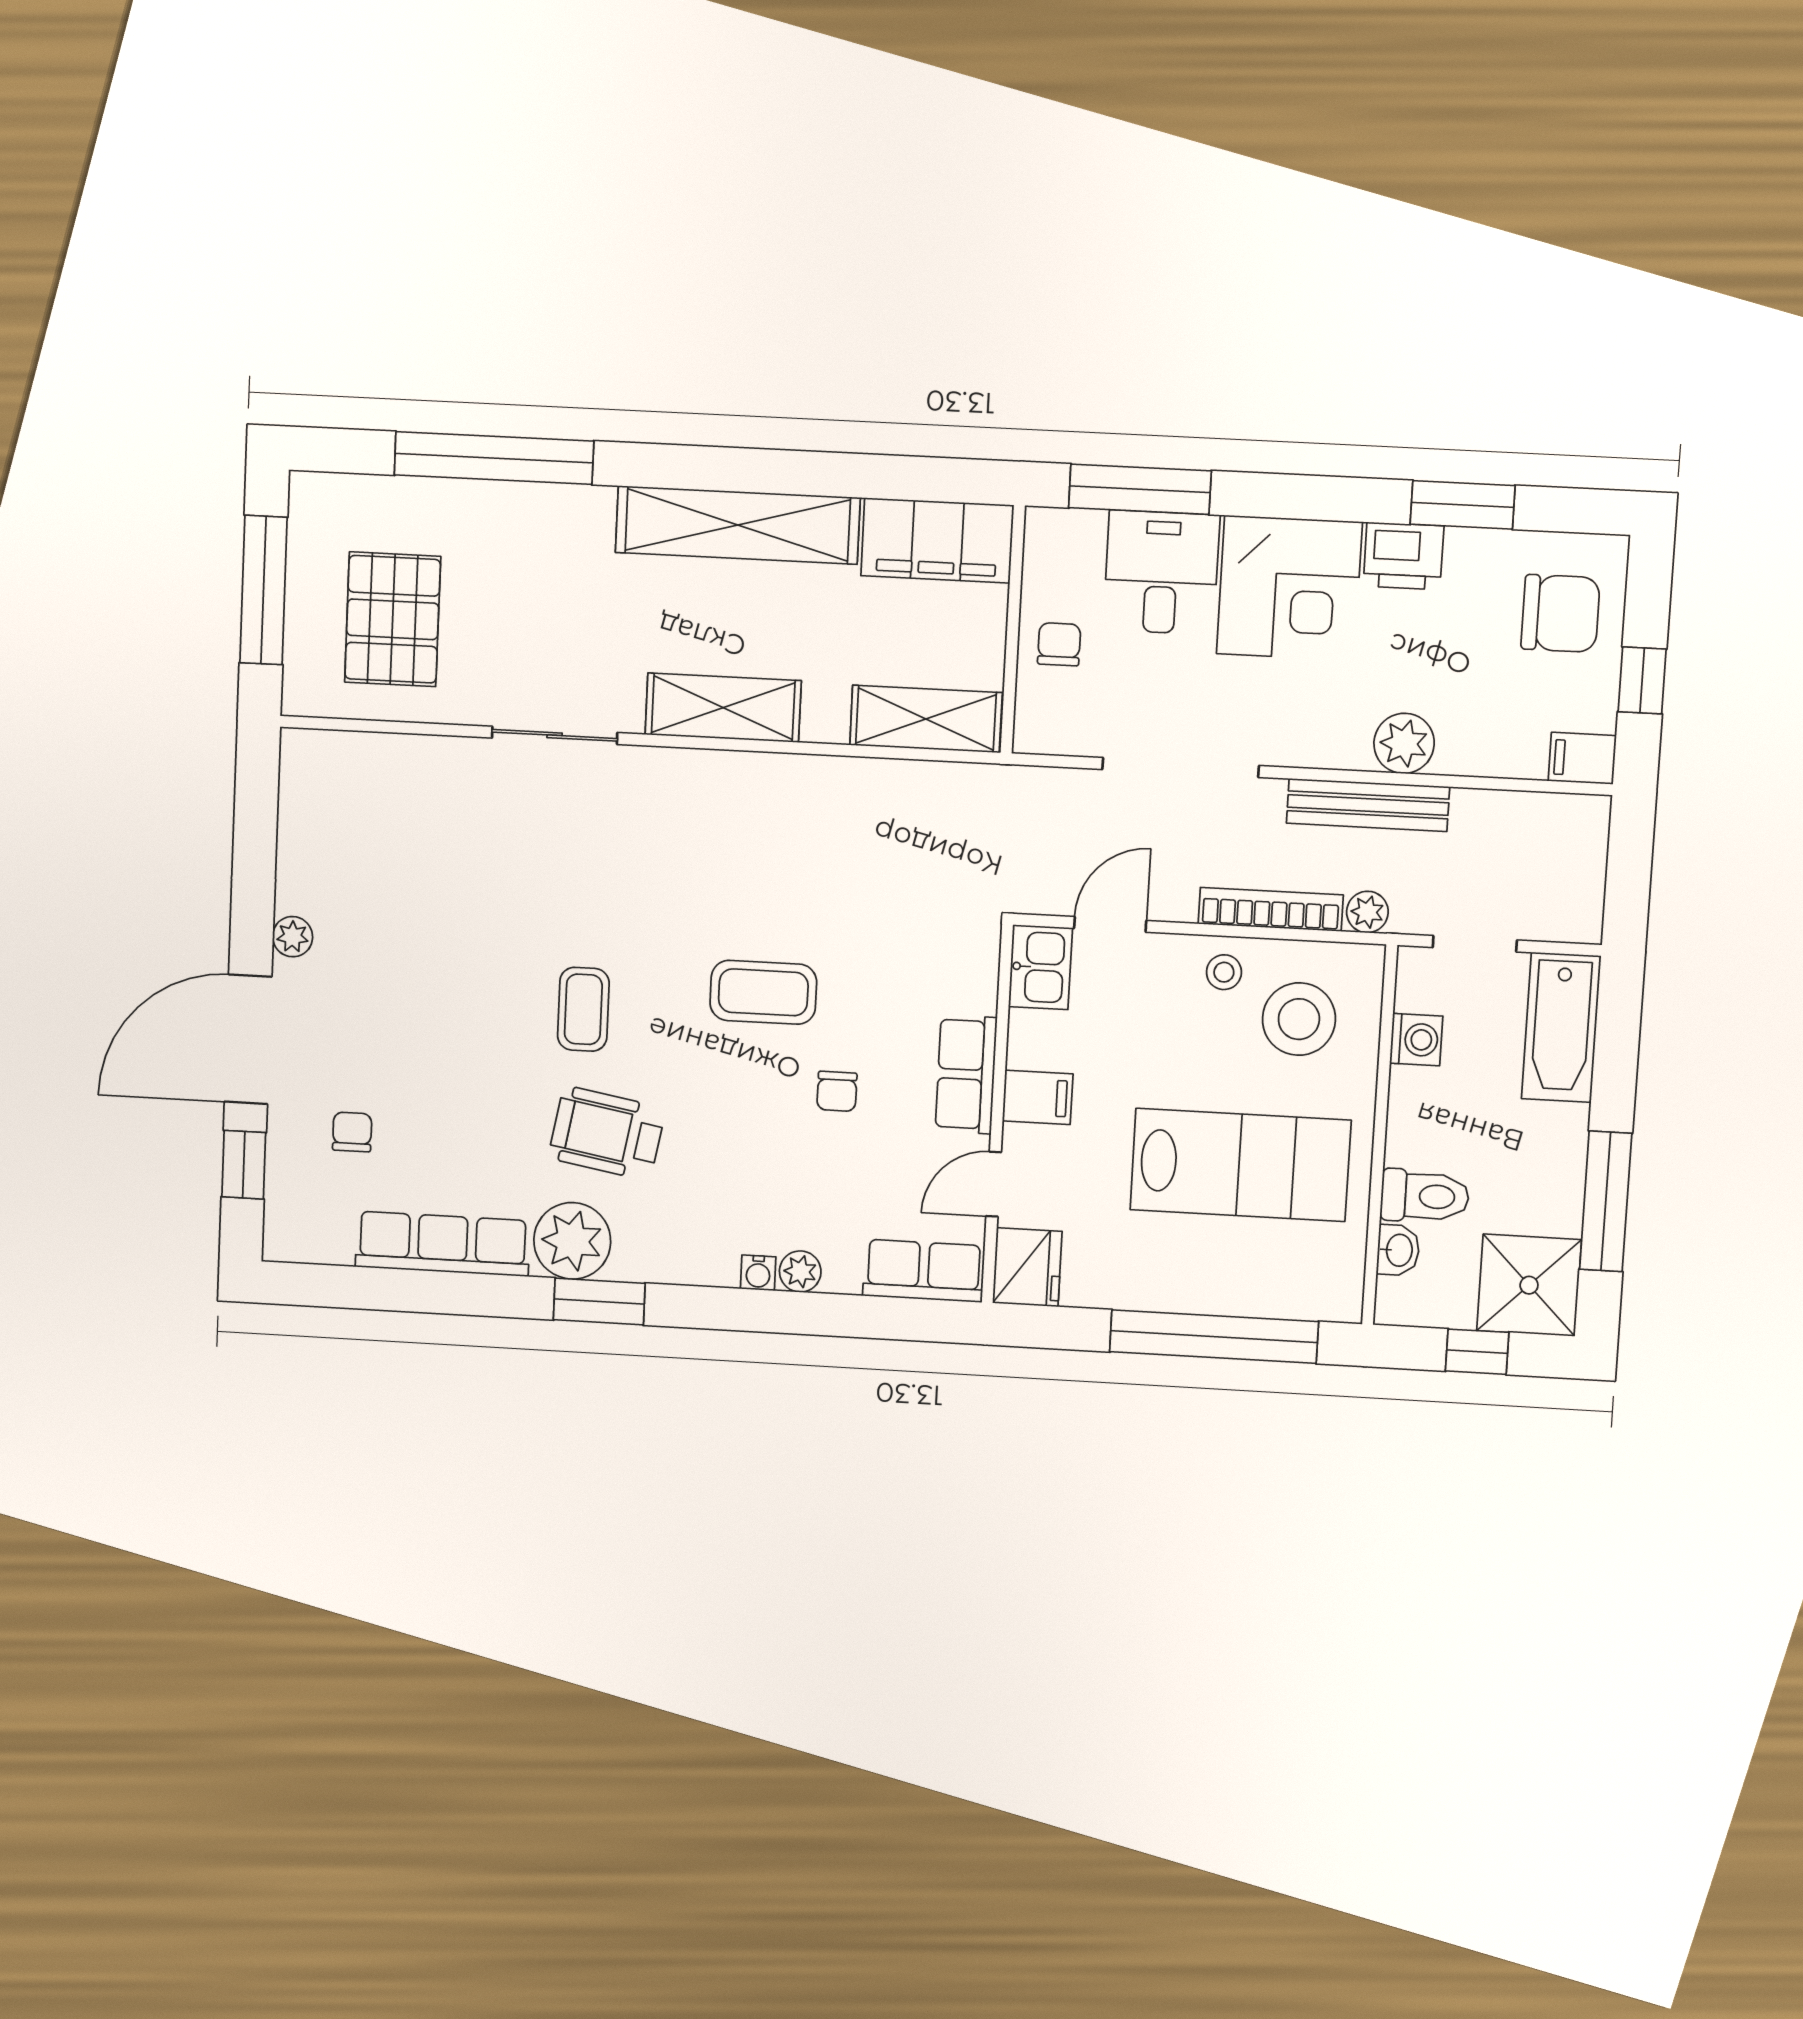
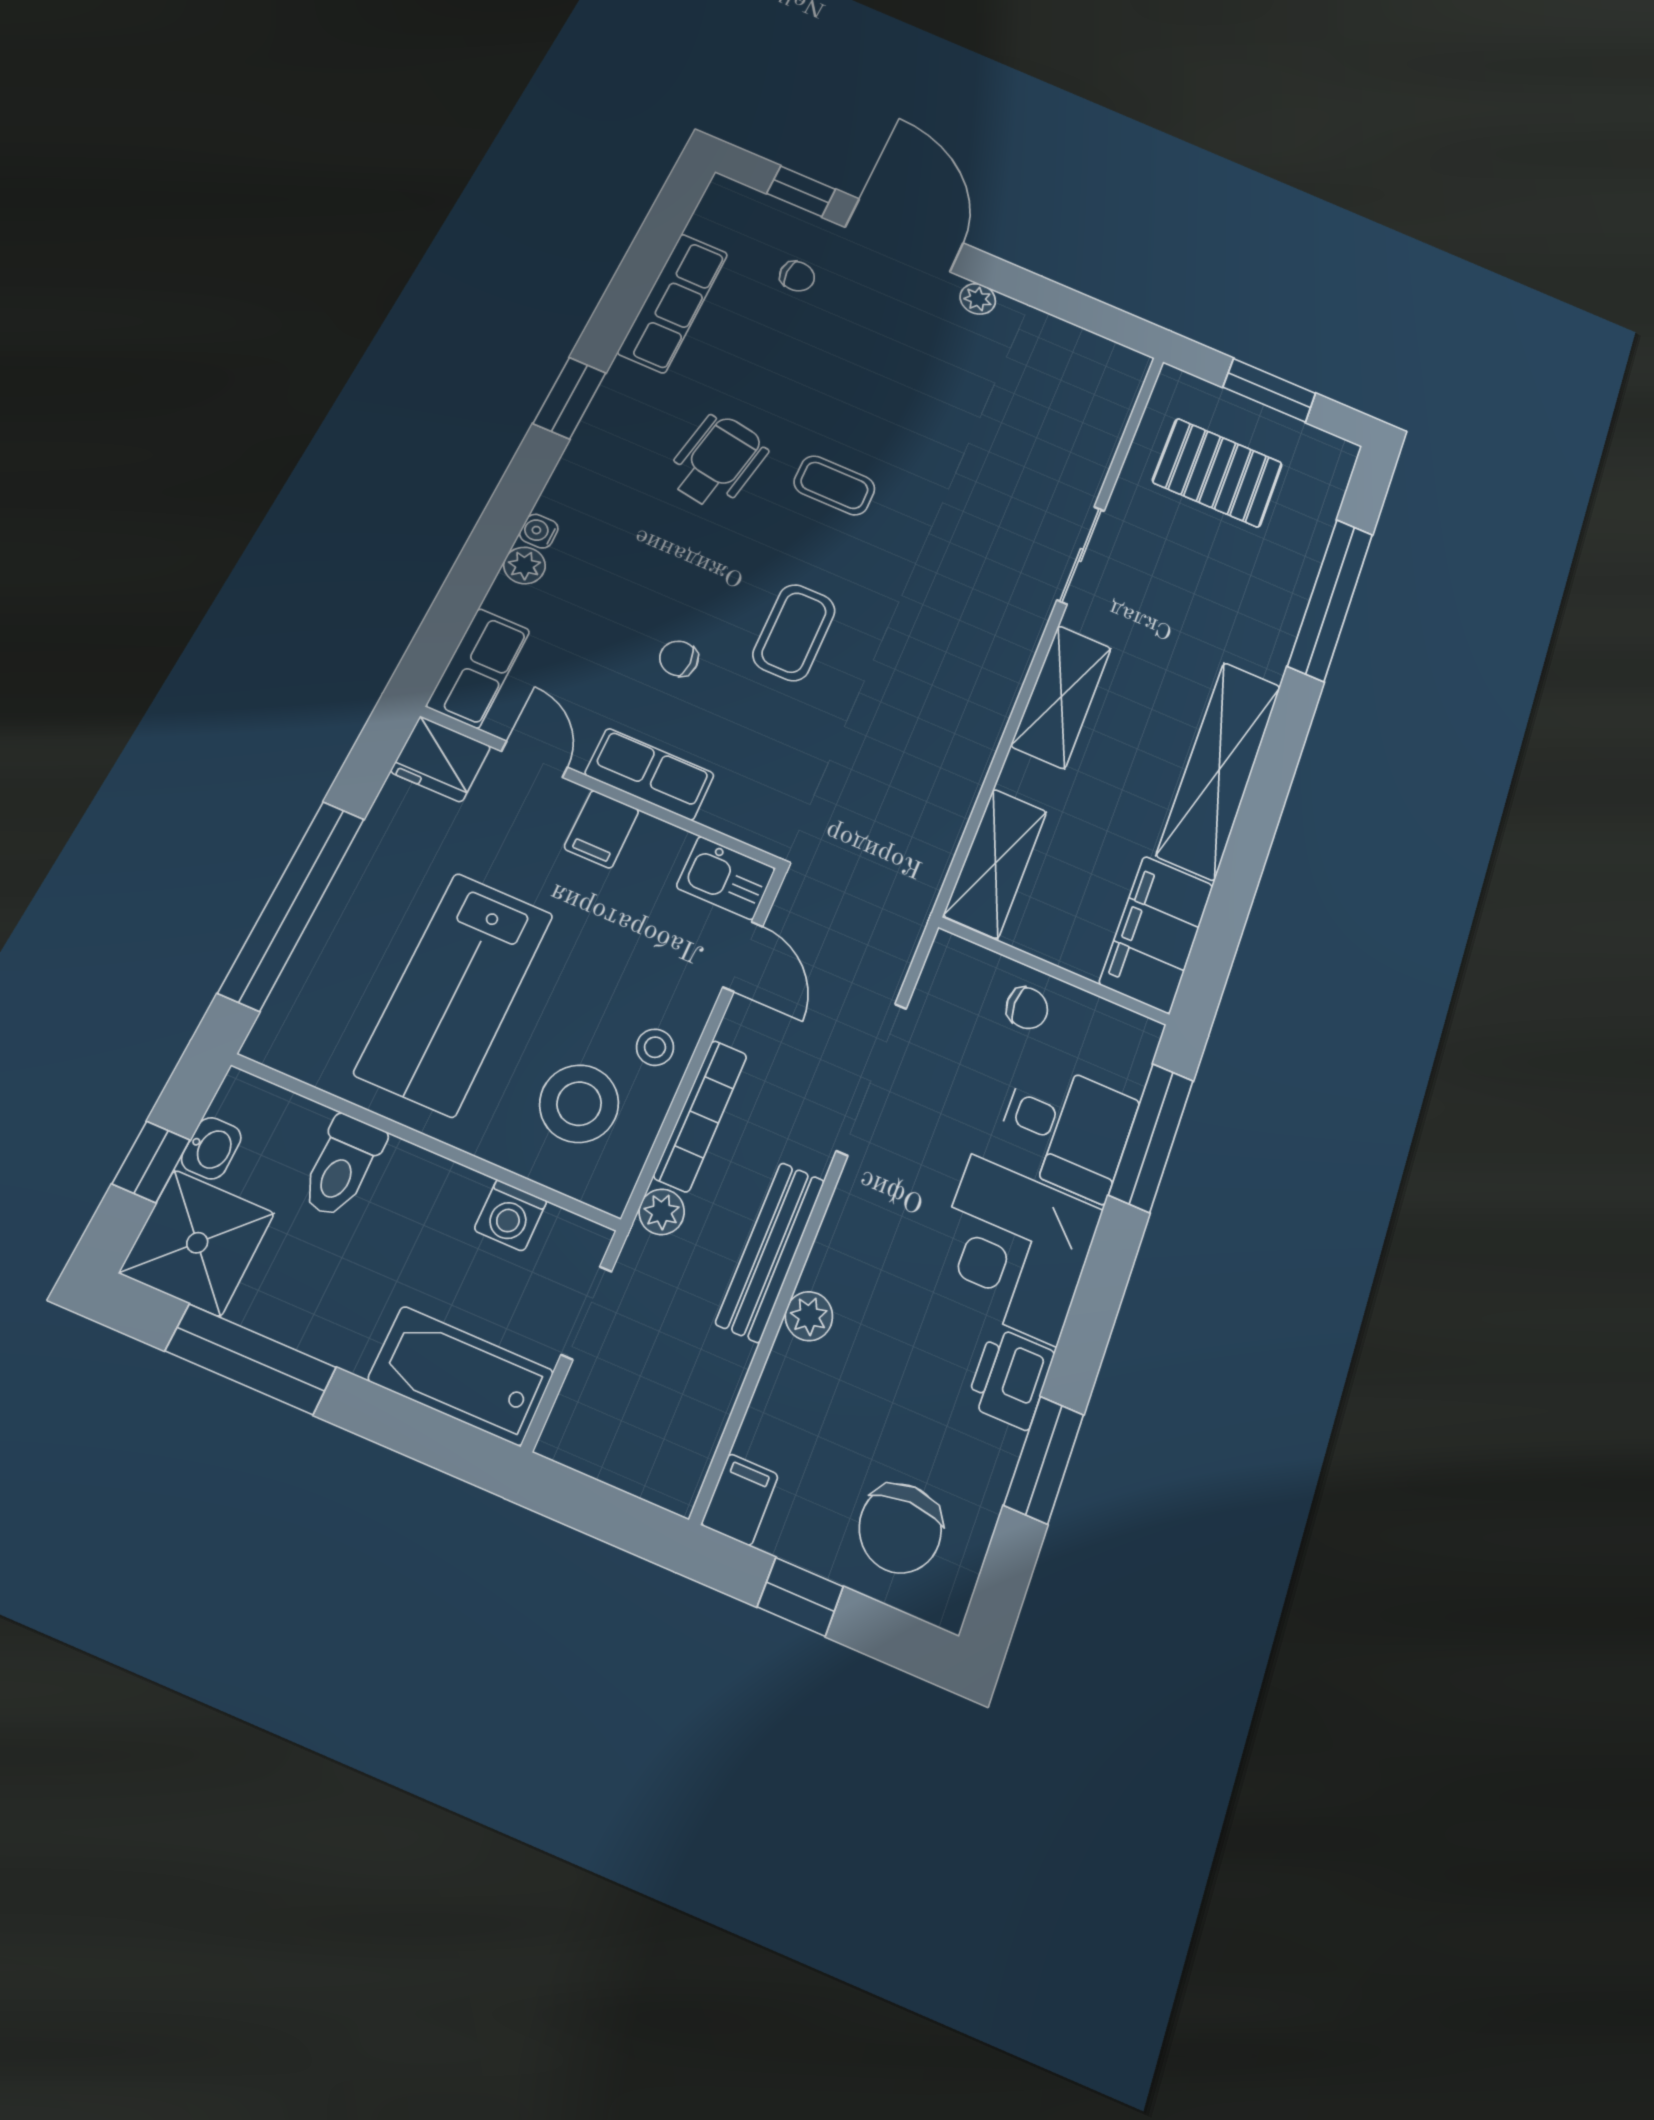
window: (263, 590) -> (1269, 390), width x0.69
plant: (1404, 743) -> (809, 1316), width x0.73, depth x0.73
plant: (572, 1241) -> (633, 399), removed
washbasin: (1398, 1250) -> (211, 1148), moved, turned -90

